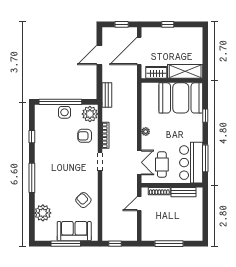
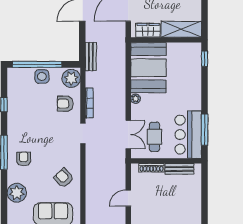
booth: (181, 98) -> (148, 68), moved, turned 90
window: (205, 116) -> (205, 59), moved
armchair: (49, 184) -> (24, 159), added
door: (139, 204) -> (128, 198), moved

